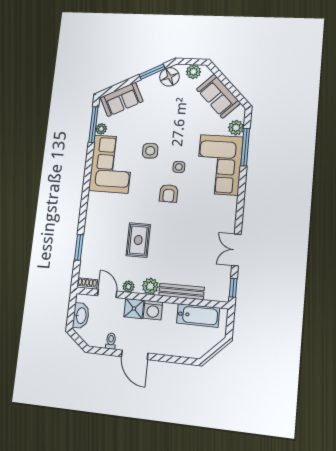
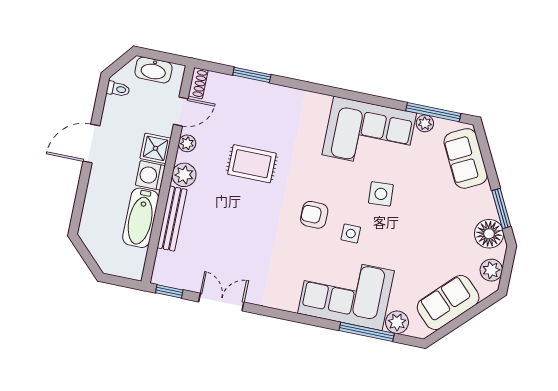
bathtub: (198, 315) -> (141, 218), moved
toilet: (111, 341) -> (118, 89), moved

